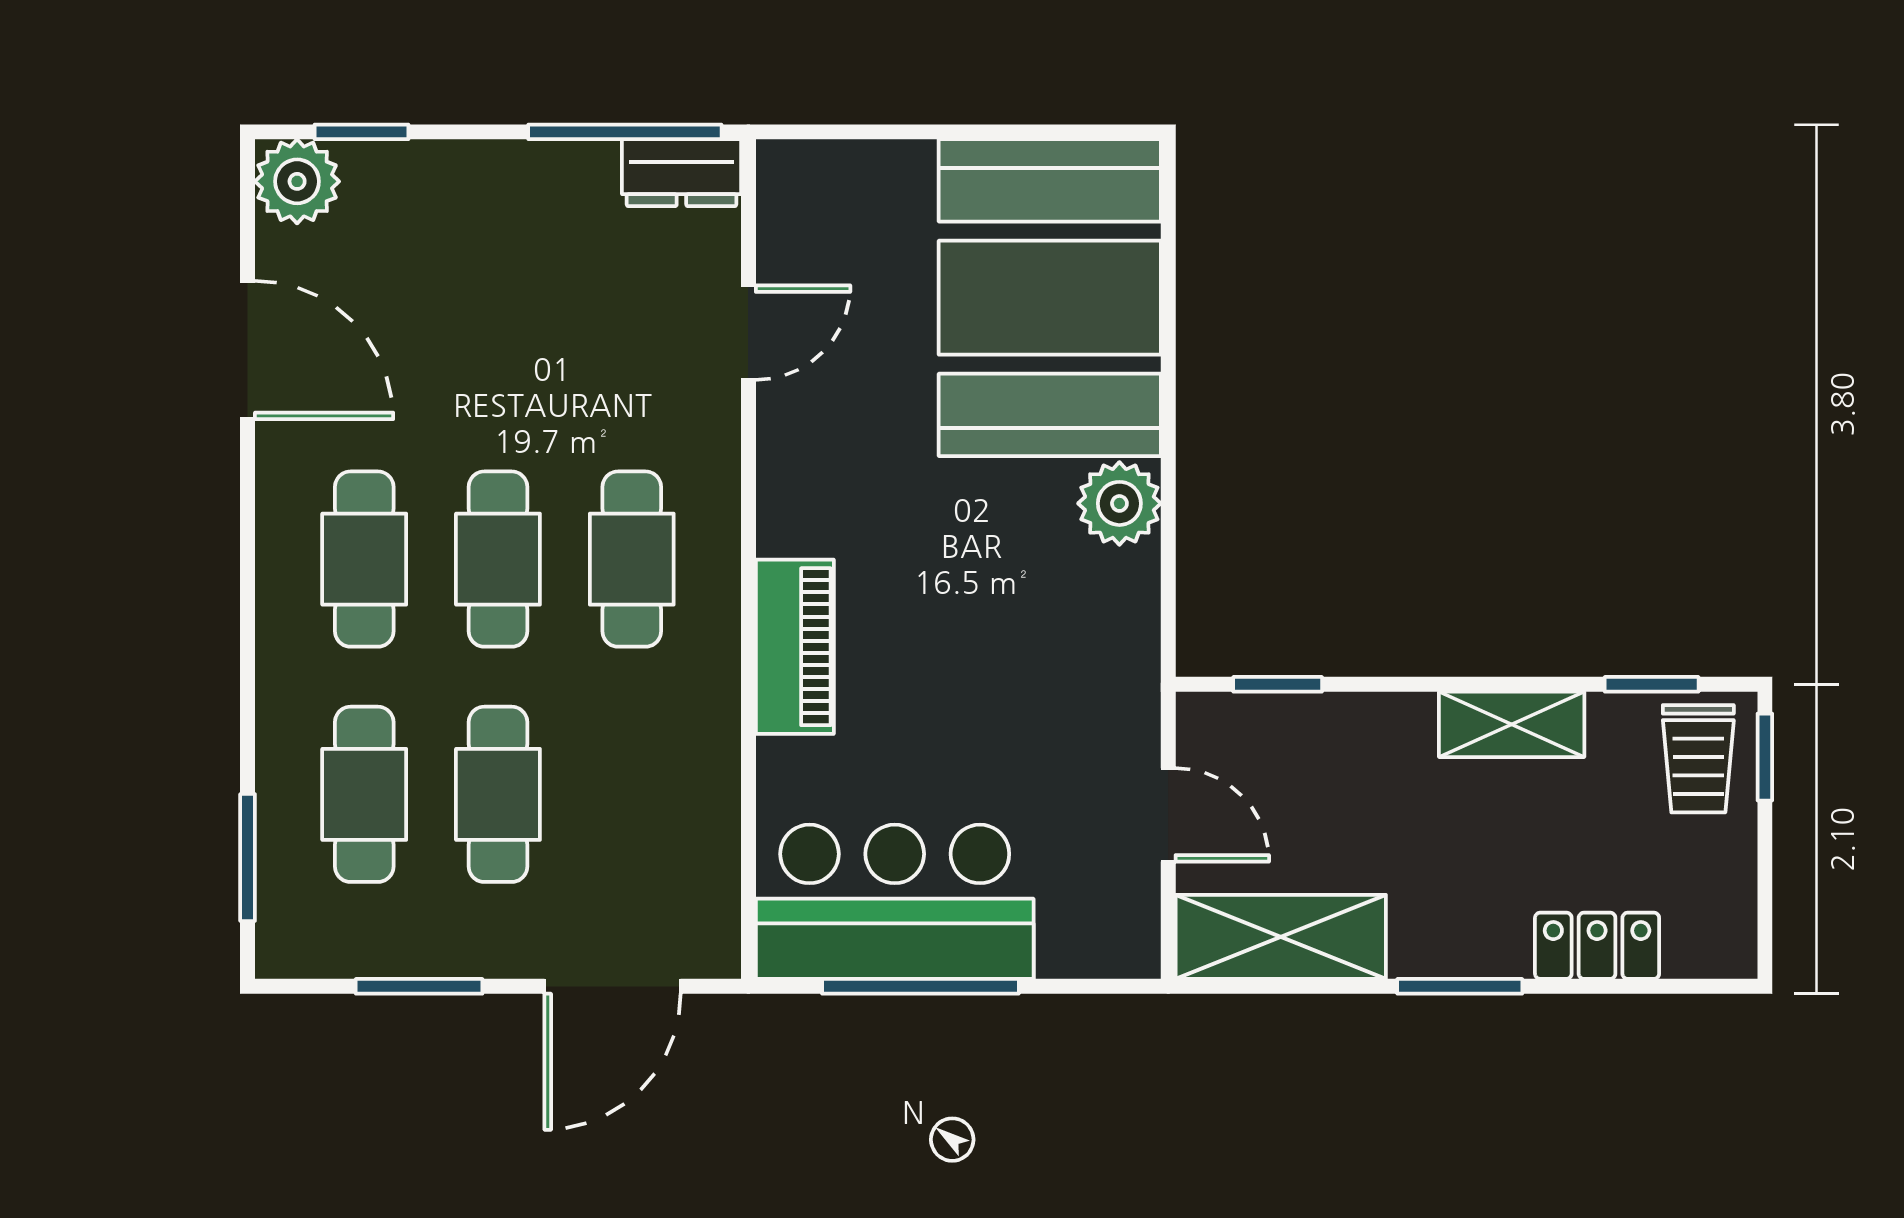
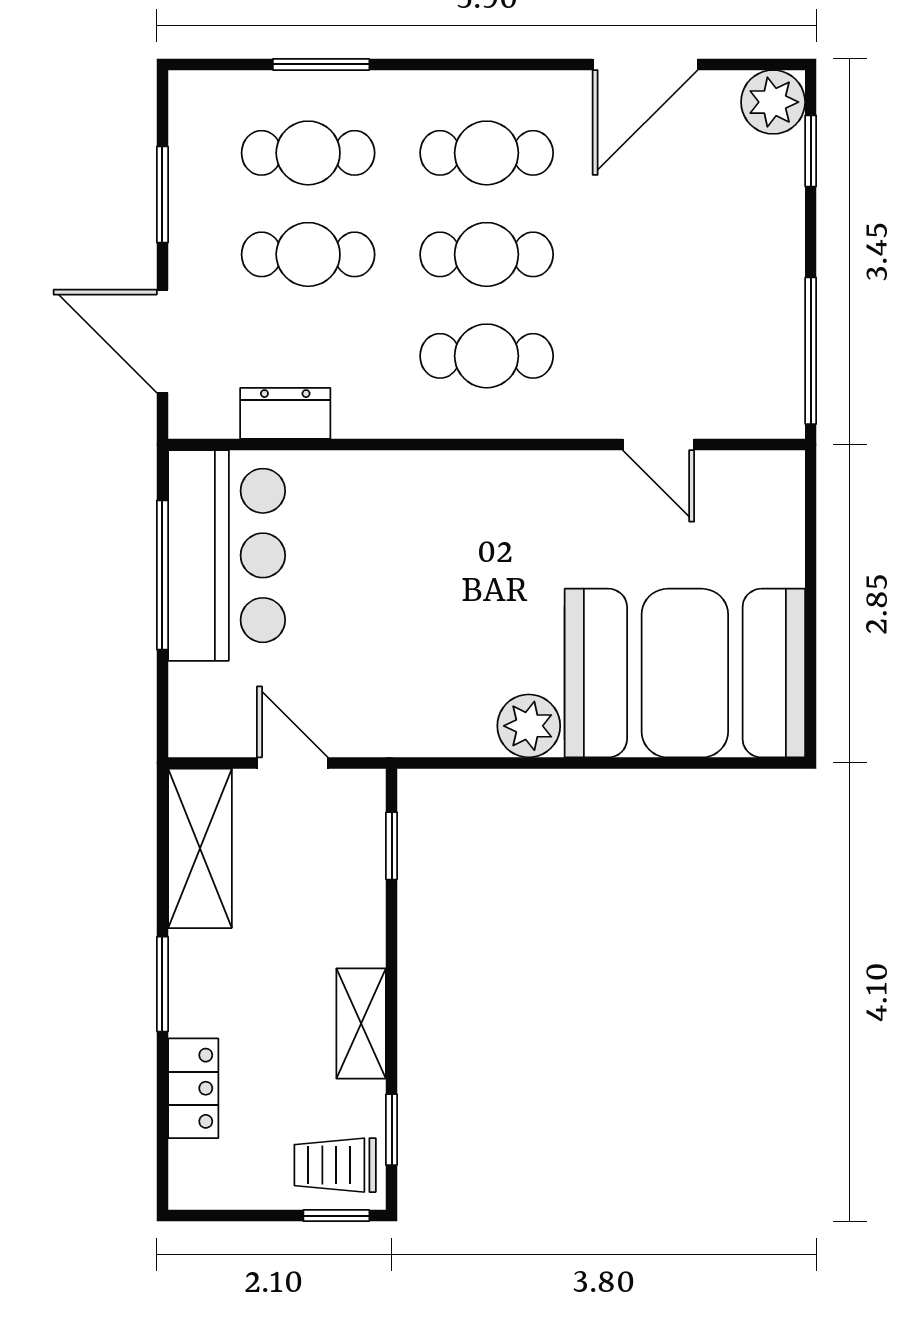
dresser: (681, 173) -> (285, 413), moved, turned 90
piano: (795, 647) -> (420, 480), removed
door: (1168, 815) -> (292, 763), swing flipped
window: (248, 857) -> (321, 64), moved

